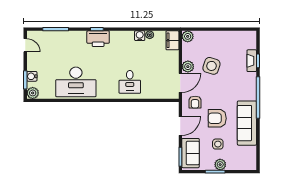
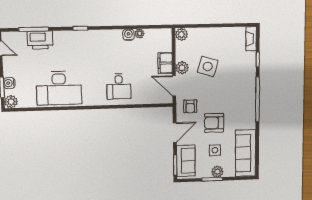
printer: (98, 39) -> (40, 40), moved
filing cabinet: (172, 40) -> (165, 63), moved
fireplace: (252, 61) -> (251, 39), moved
door: (180, 83) -> (174, 86), swing flipped
sofa: (247, 123) -> (246, 153), moved

